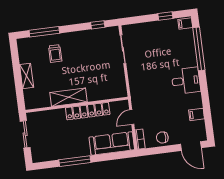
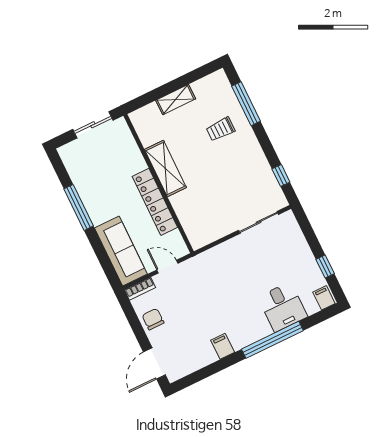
window: (199, 49) -> (272, 340), moved
desk: (186, 81) -> (283, 307), moved
filing cabinet: (197, 114) -> (223, 346), moved

